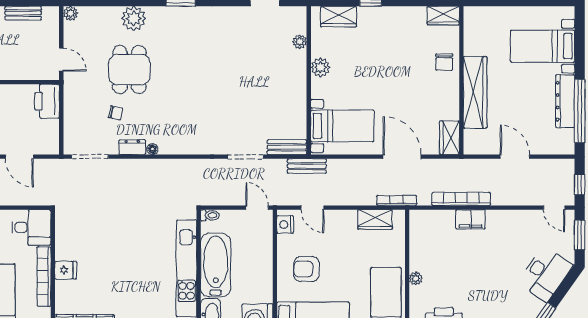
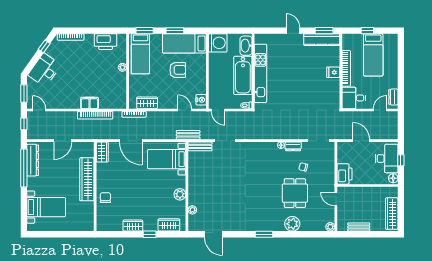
wardrobe: (443, 15) -> (133, 226), moved
dresser: (565, 101) -> (33, 160), moved
door: (515, 157) -> (63, 141), hinge flipped
armchair: (306, 269) -> (178, 70), moved

